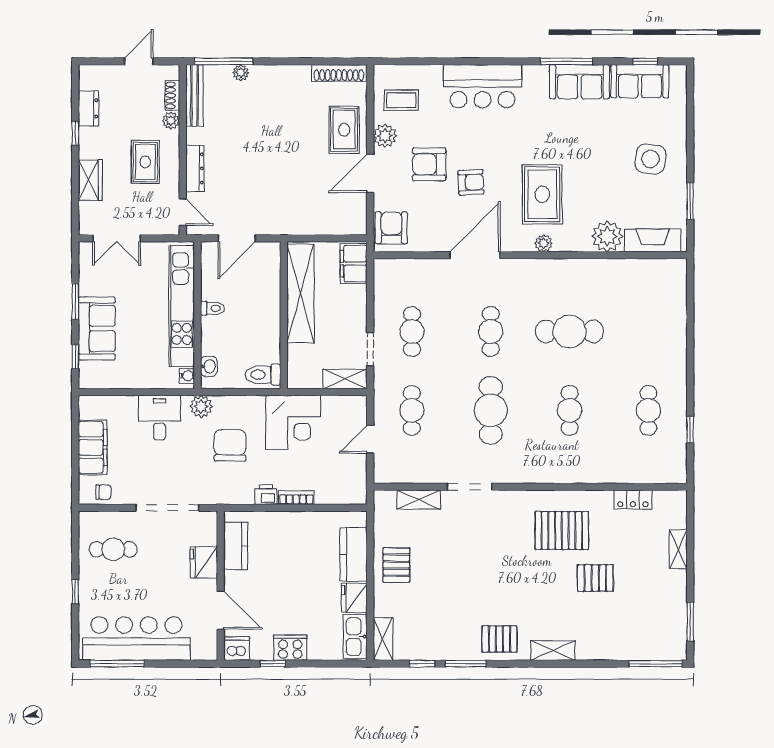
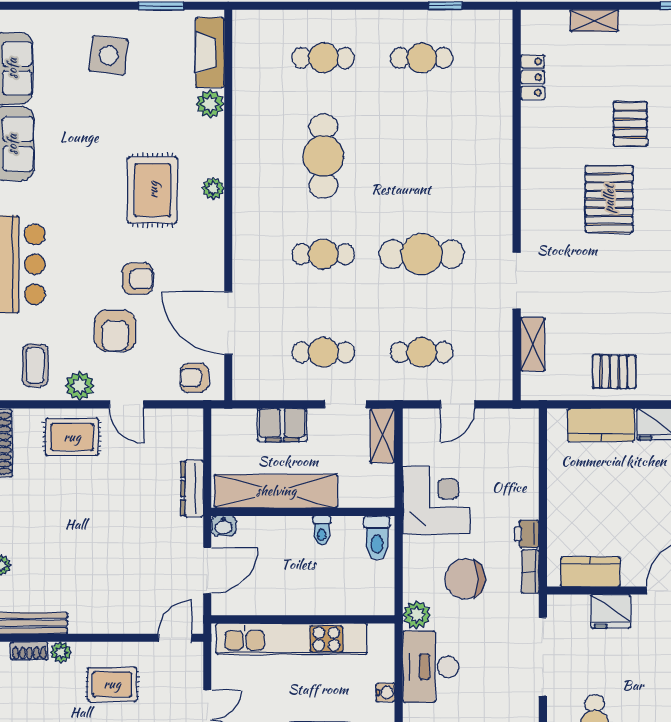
dresser: (195, 168) -> (192, 489), moved, turned -90
door: (370, 173) -> (127, 404), width x0.73
armchair: (471, 182) -> (138, 279), turned 93
rug: (542, 194) -> (153, 190), turned 90
armchair: (391, 228) -> (194, 378), width x0.72, depth x0.72
plant: (607, 236) -> (210, 104), width x0.73, depth x0.73
door: (237, 238) -> (207, 570), hinge flipped
door: (475, 255) -> (228, 323), moved
filing cabinet: (354, 264) -> (282, 425), moved
toilet: (212, 308) -> (322, 530), moved, turned 180
washbasin: (209, 366) -> (224, 526), moved, turned 180
water cooler: (187, 376) -> (385, 692), moved, turned 90
cafe table: (570, 410) -> (323, 58), moved
desk: (159, 418) -> (431, 667), width x1.37
door: (370, 439) -> (458, 404), hinge flipped
bookcase: (296, 498) -> (530, 572), moved
pallet: (562, 530) -> (609, 199), moved

